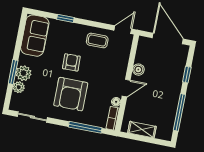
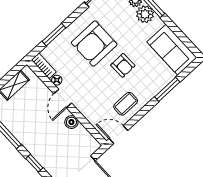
window: (65, 18) -> (167, 89), width x1.50
door: (123, 30) -> (118, 135), swing flipped
armchair: (71, 94) -> (94, 44), turned -90
window: (85, 127) -> (54, 35), width x0.69

